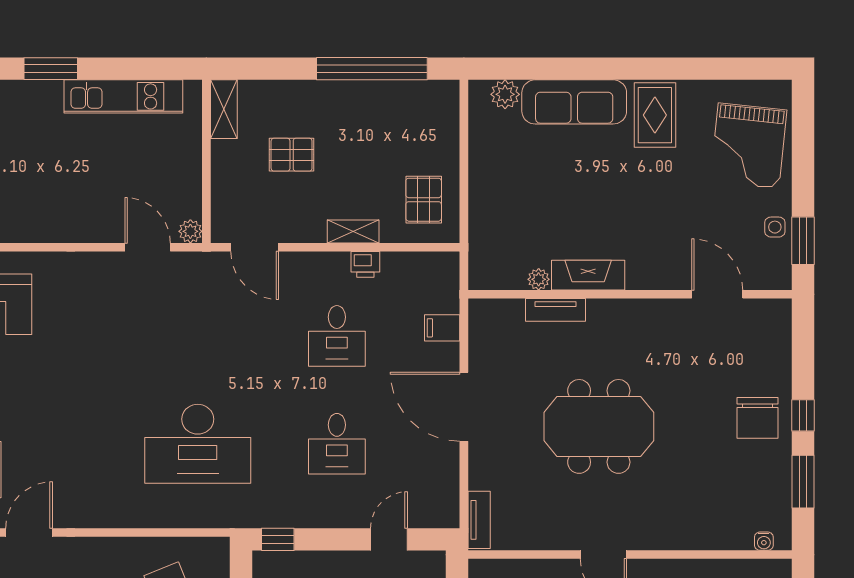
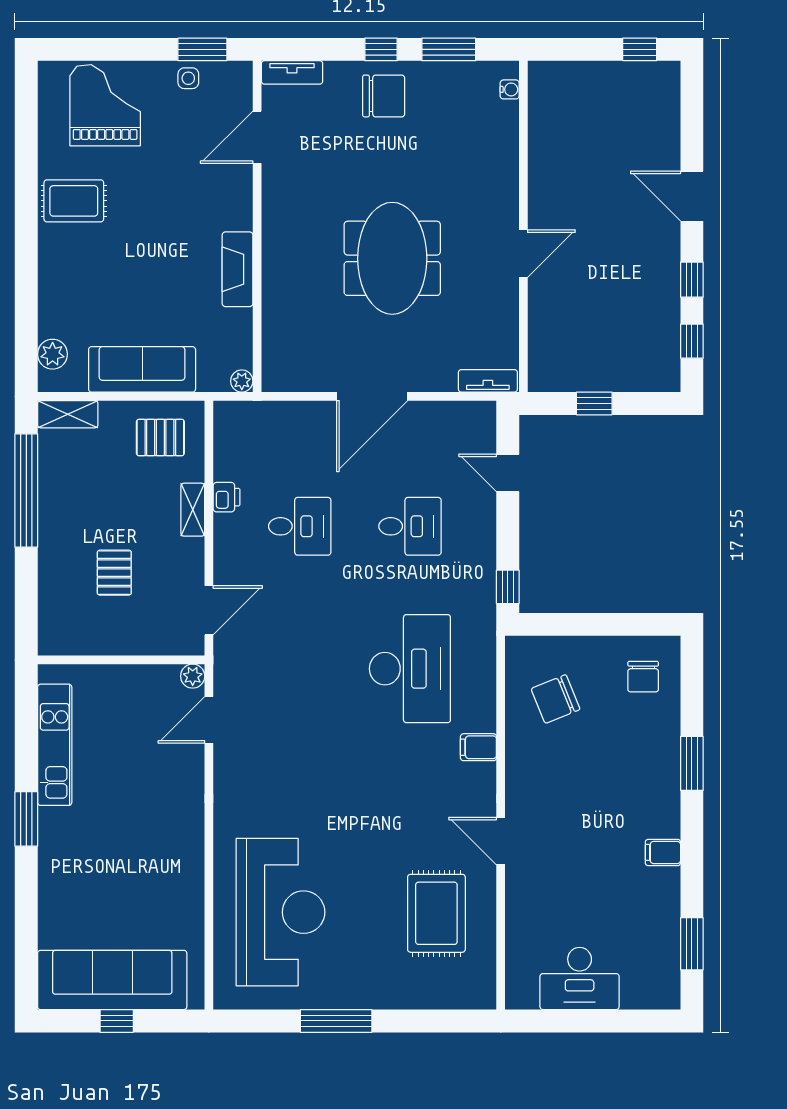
sofa: (574, 102) -> (142, 369), moved, turned -90
shelving: (224, 109) -> (68, 414), moved
grand piano: (749, 146) -> (105, 105), turned -96
plant: (539, 279) -> (242, 381), moved
tv unit: (555, 310) -> (292, 72), moved, turned 90
filing cabinet: (442, 328) -> (478, 747), moved, turned 90

